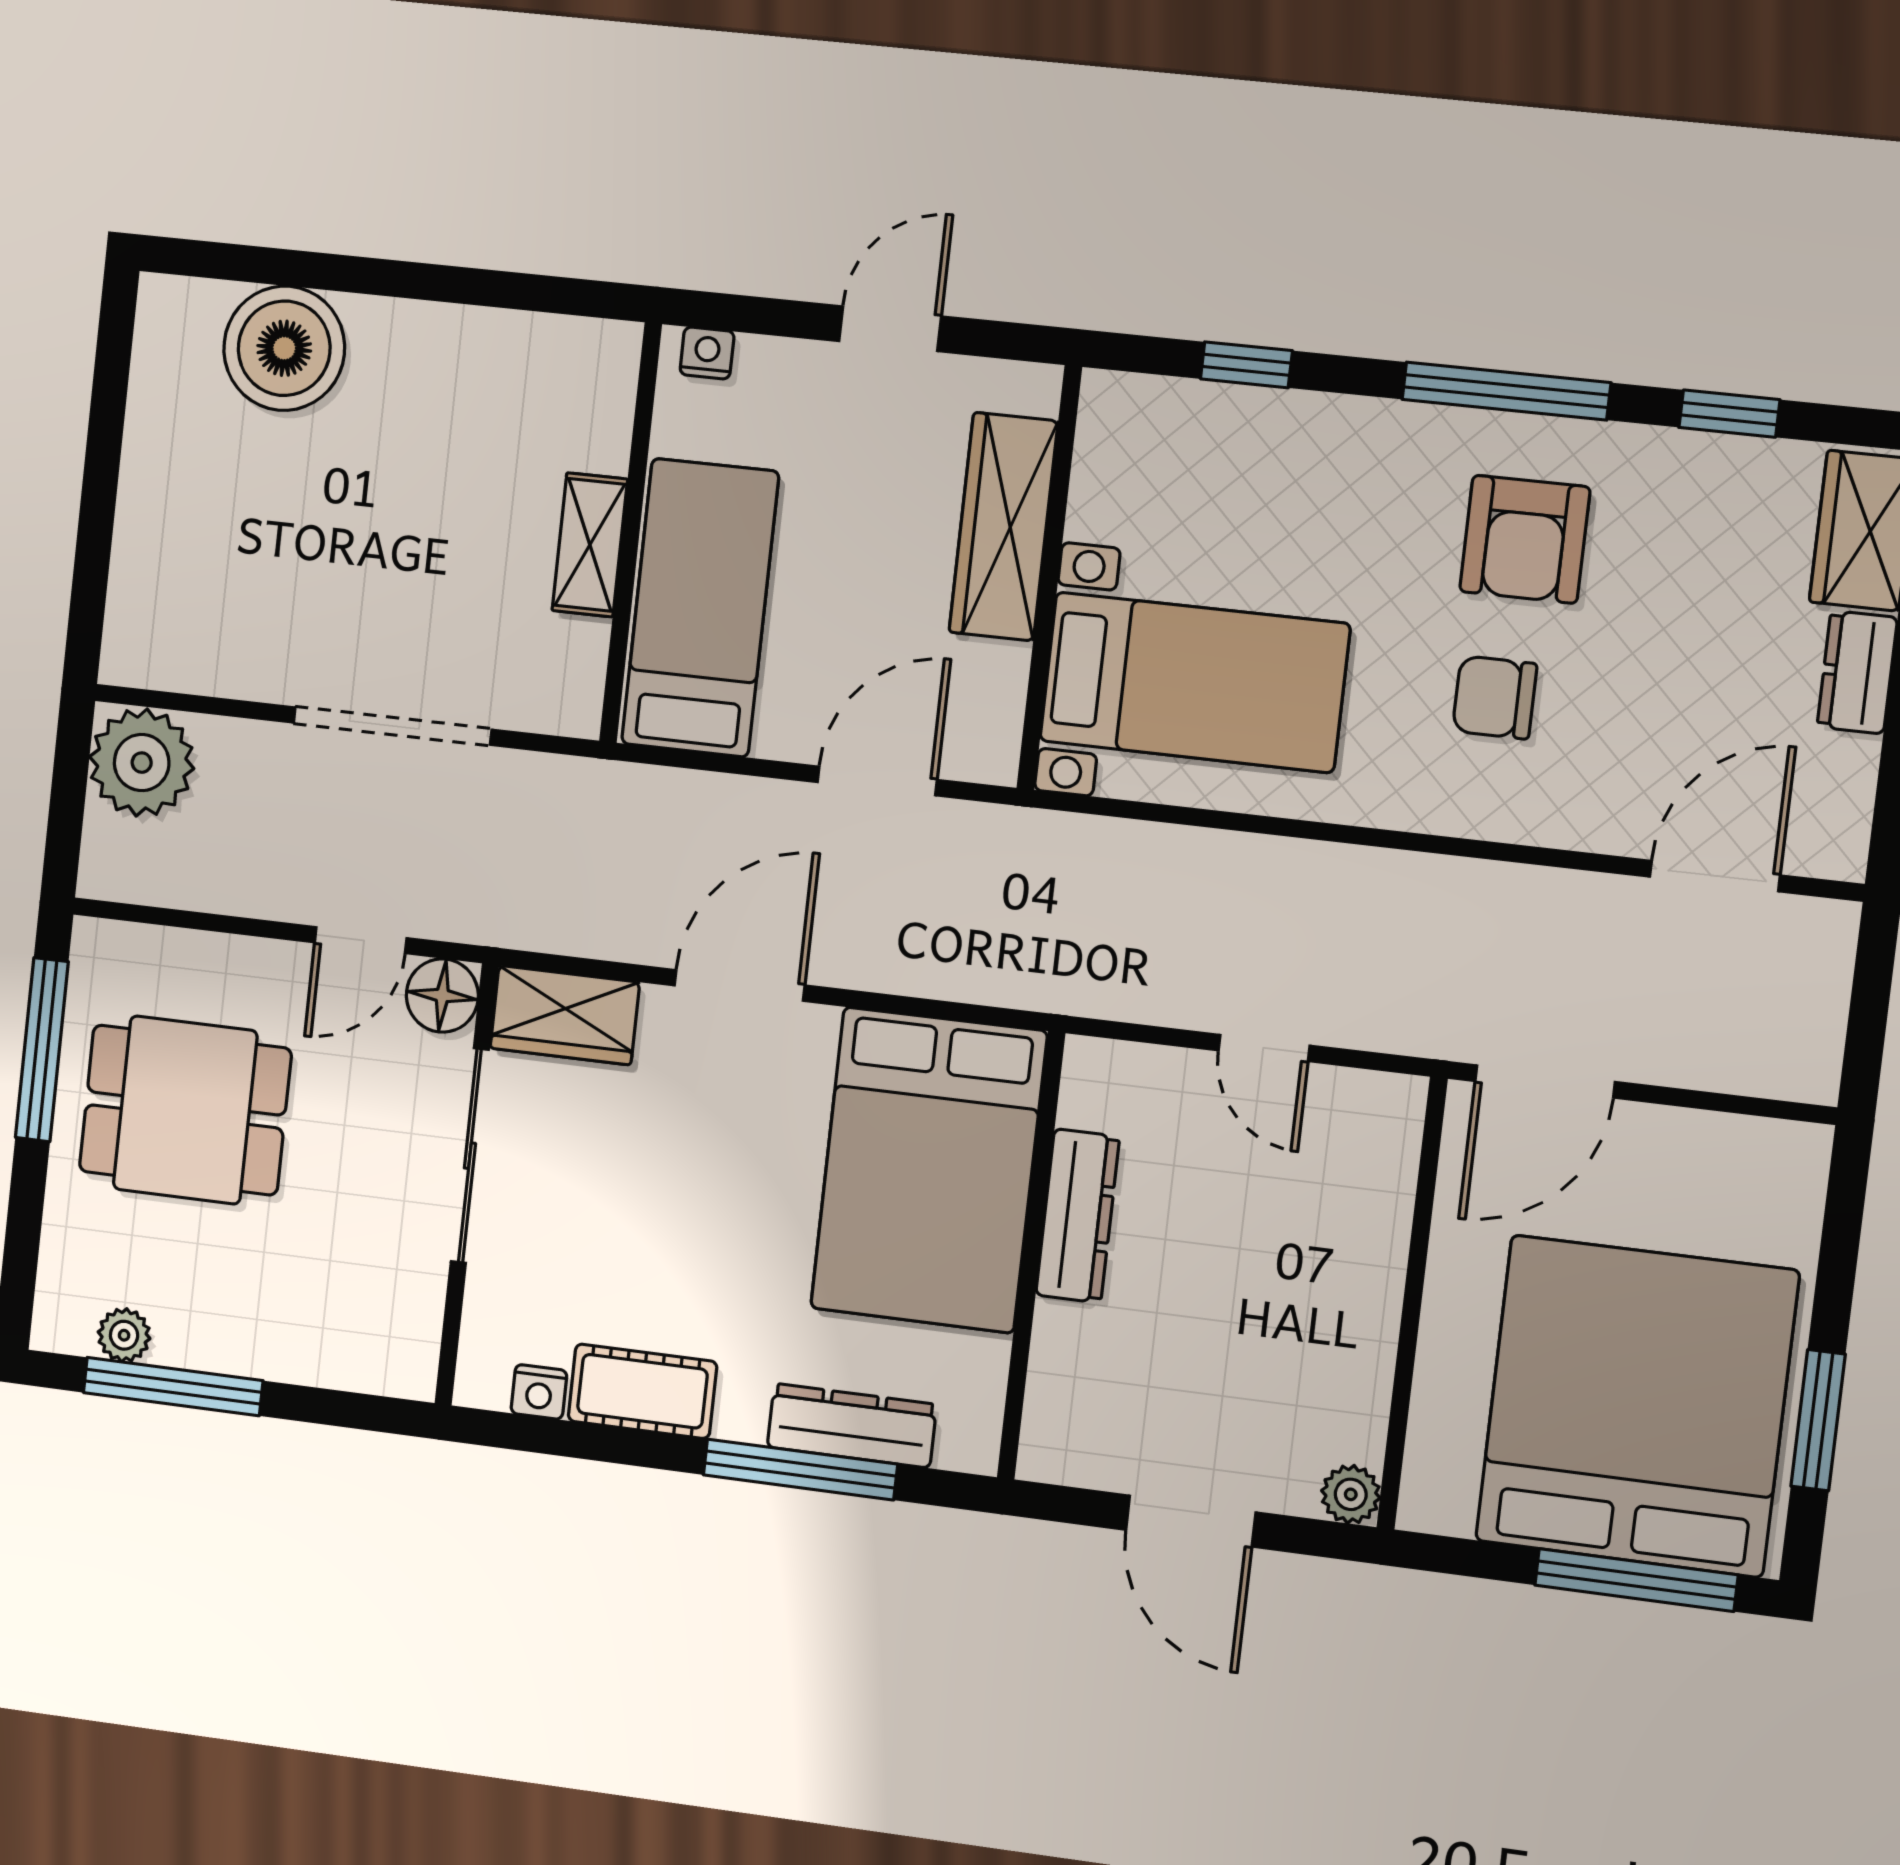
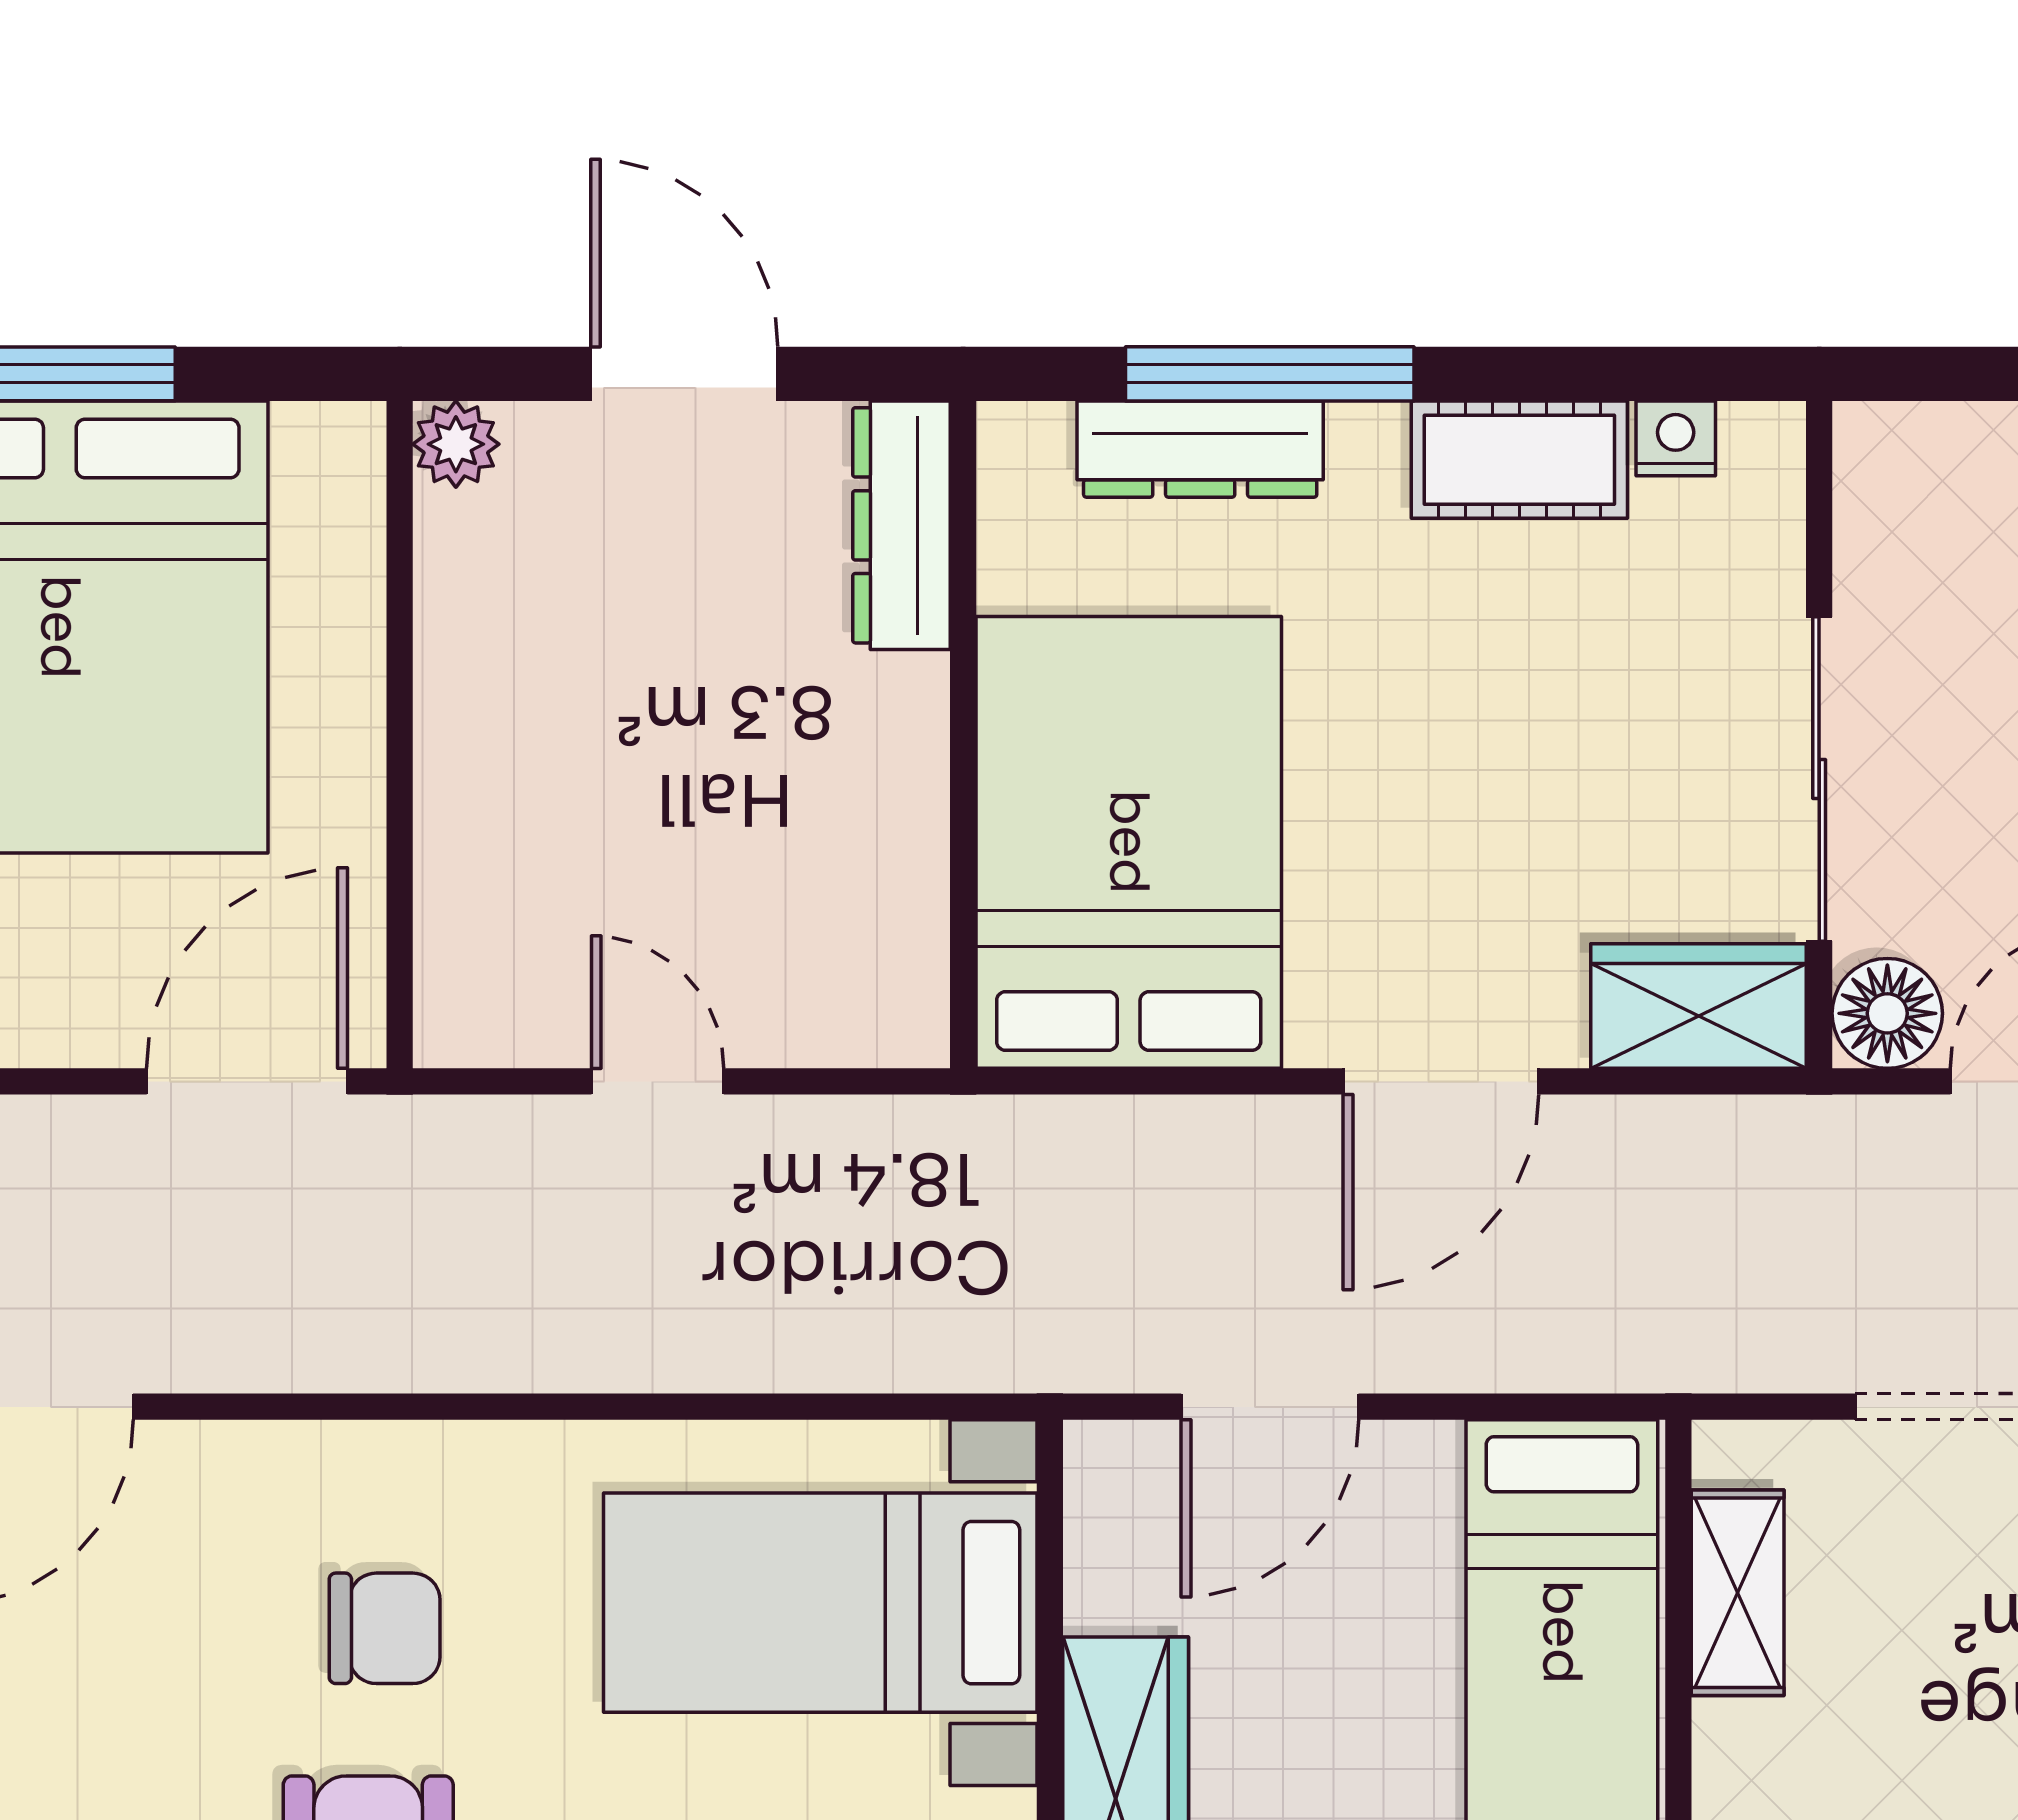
shelving: (590, 545) -> (1738, 1593), moved
dresser: (1078, 1216) -> (902, 525), moved

